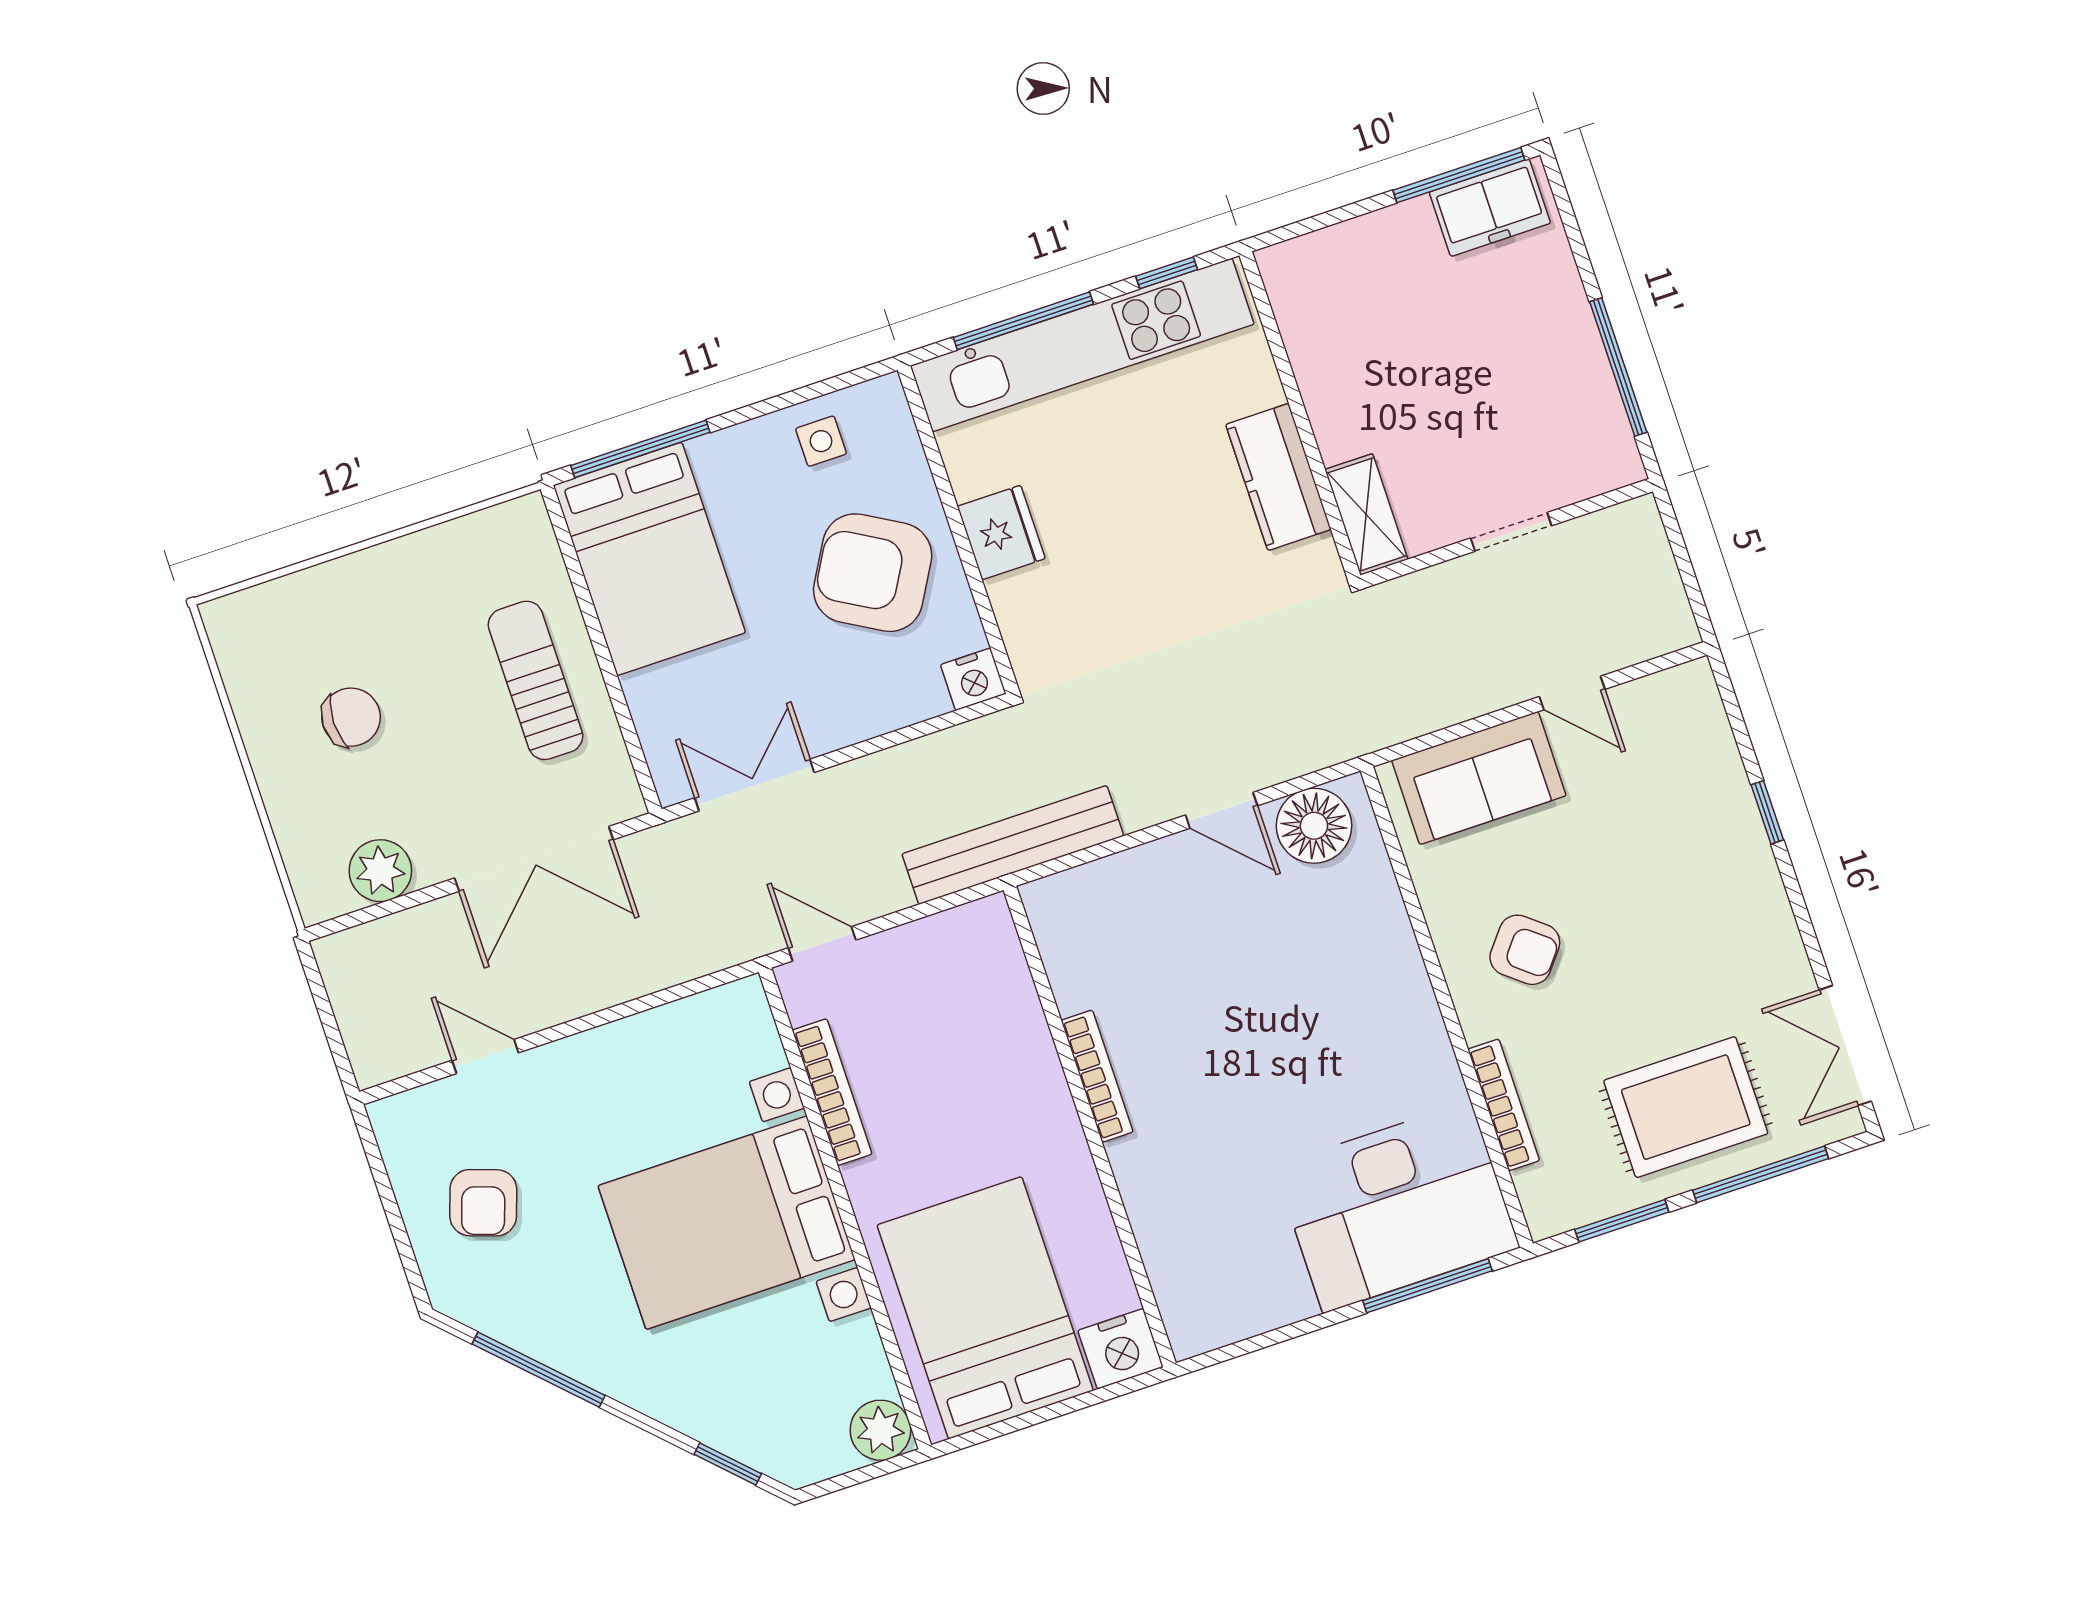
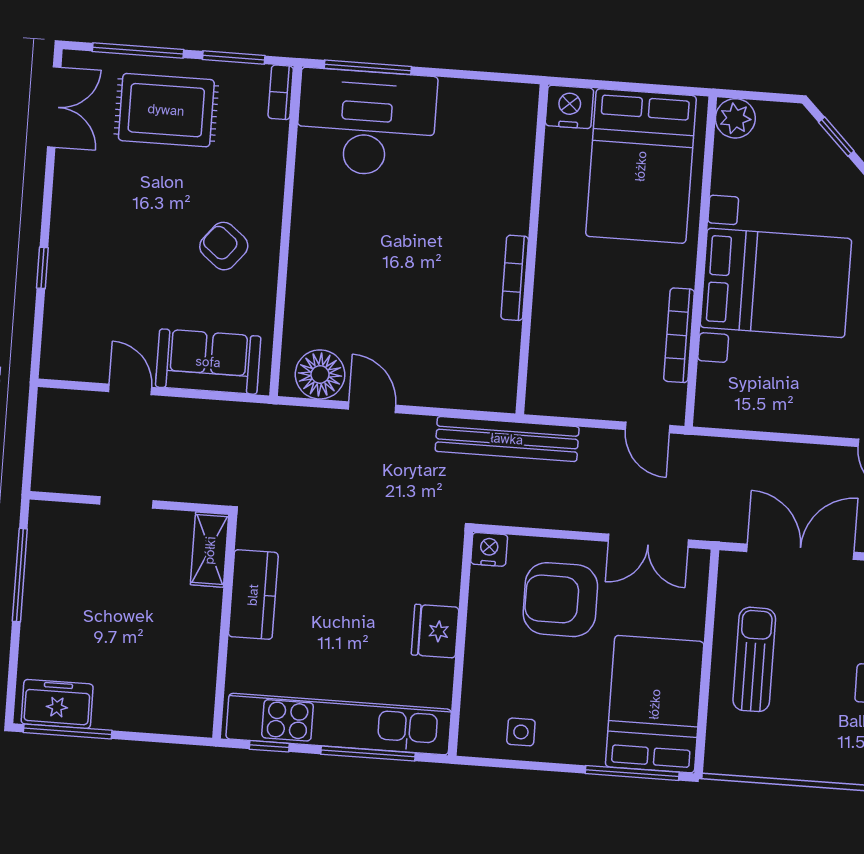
armchair: (873, 573) -> (560, 600), moved, turned 150
sun lounger: (536, 680) -> (754, 659), turned 180
bookcase: (1504, 1105) -> (281, 92), moved, width x0.64

